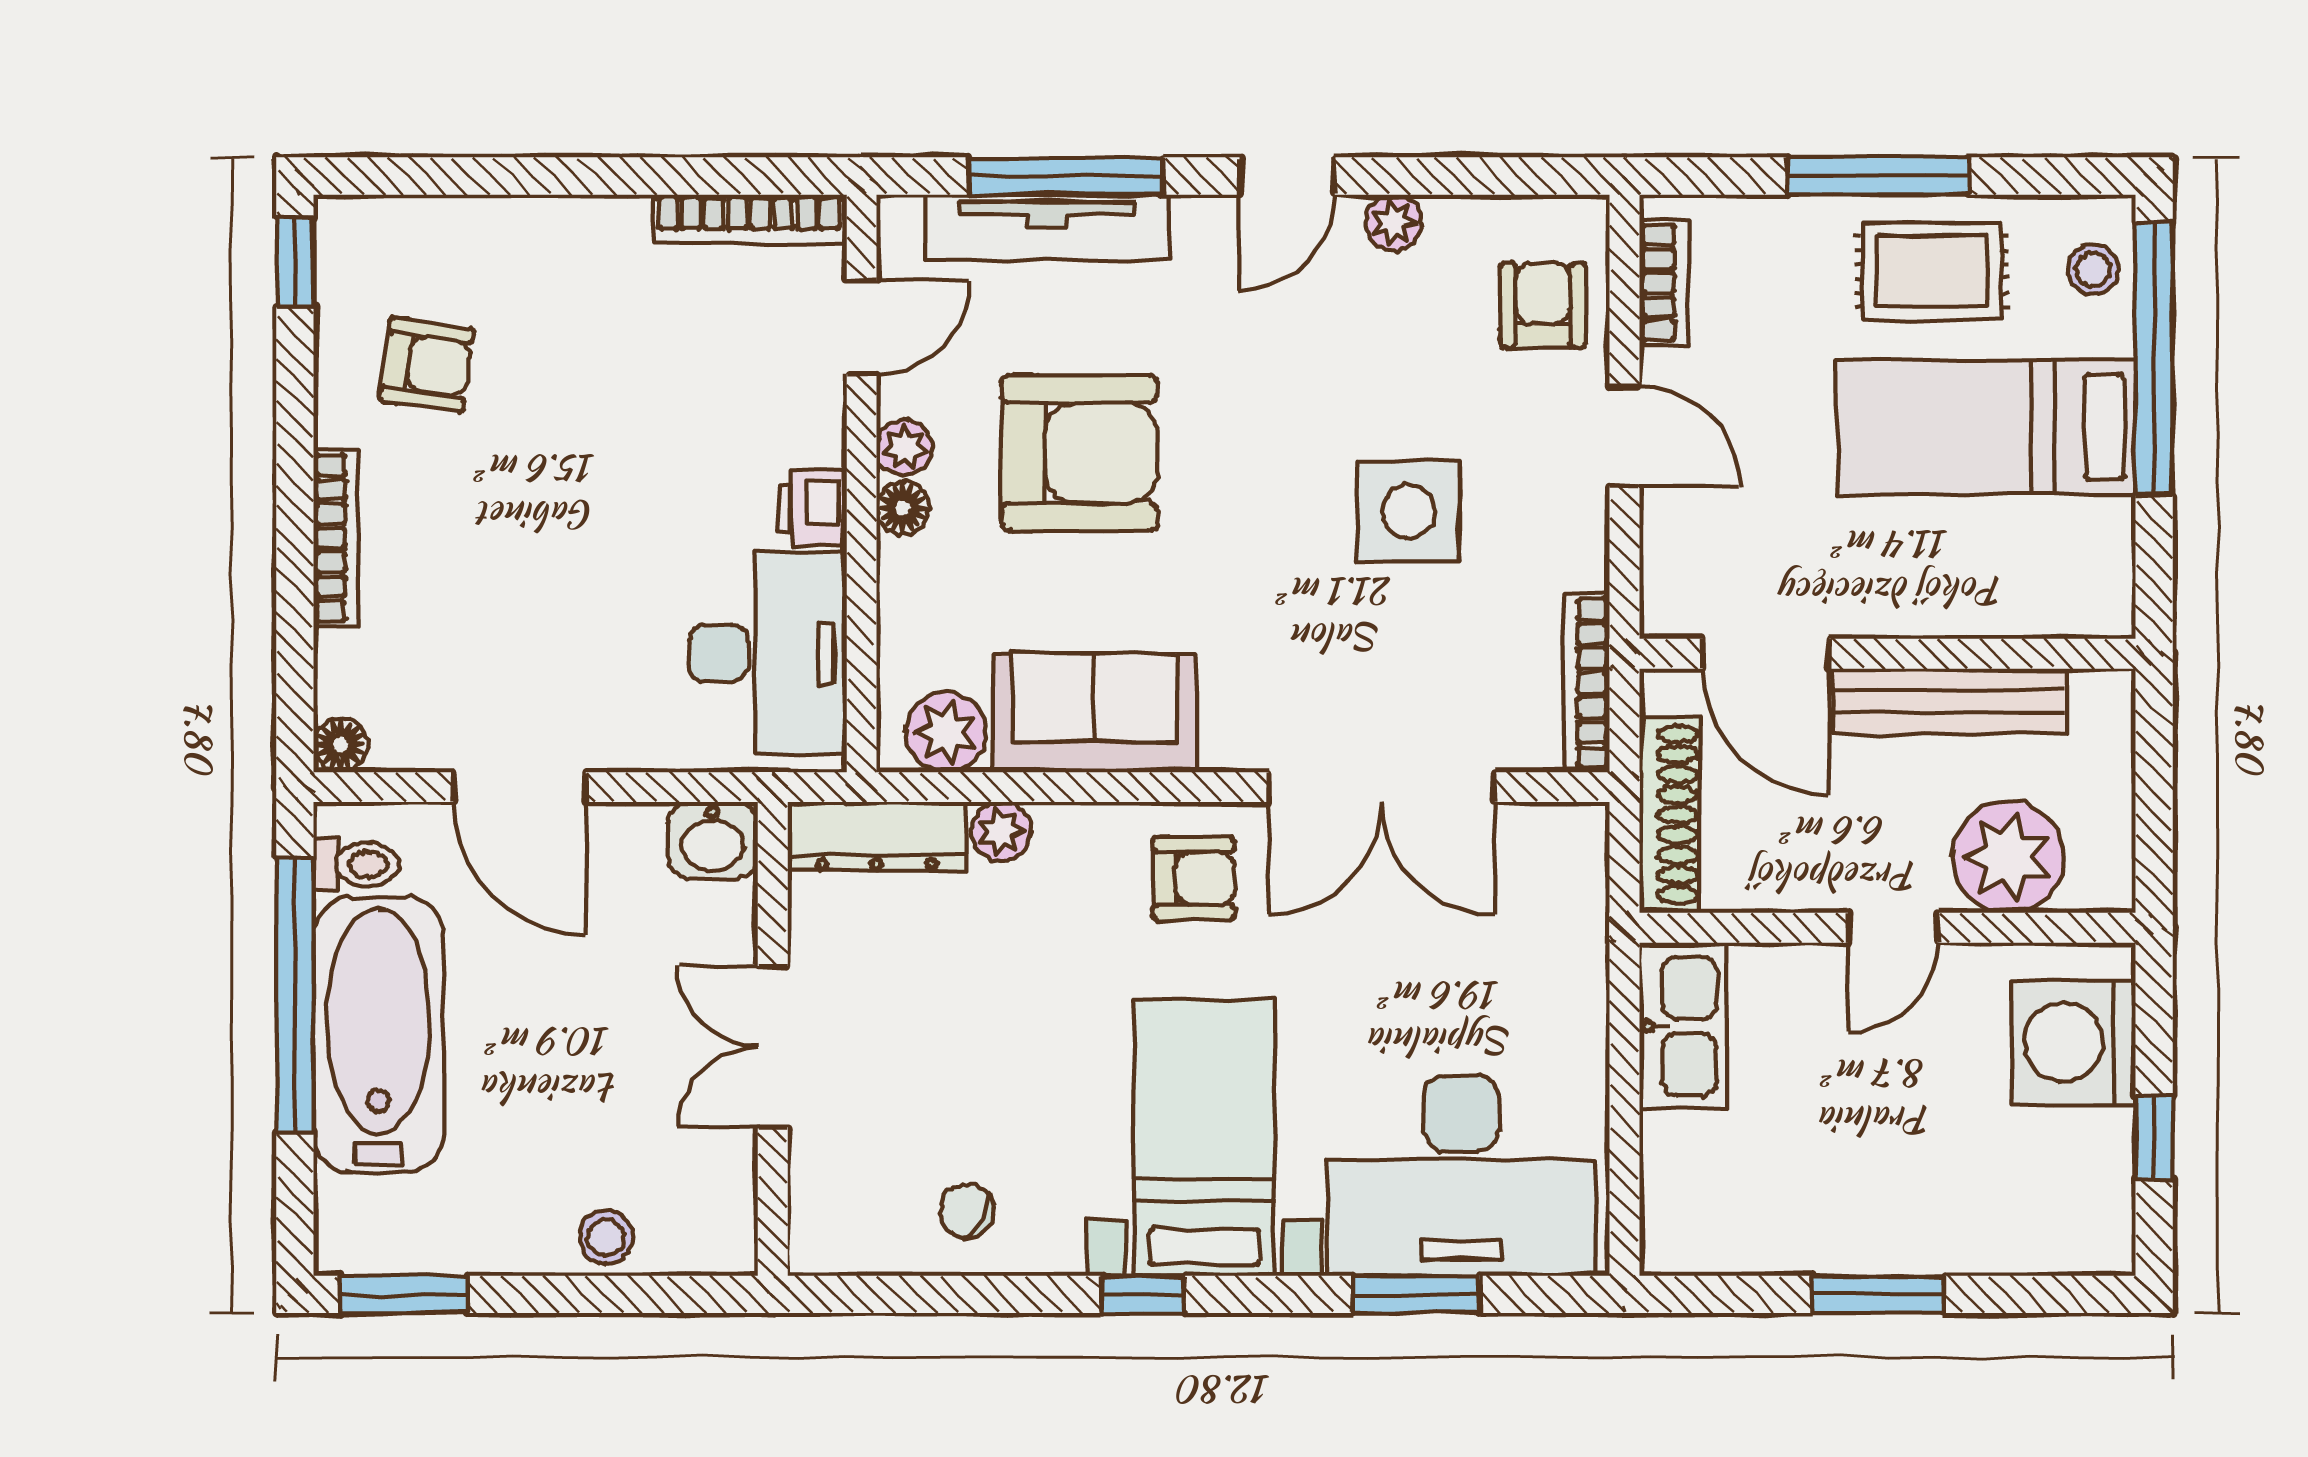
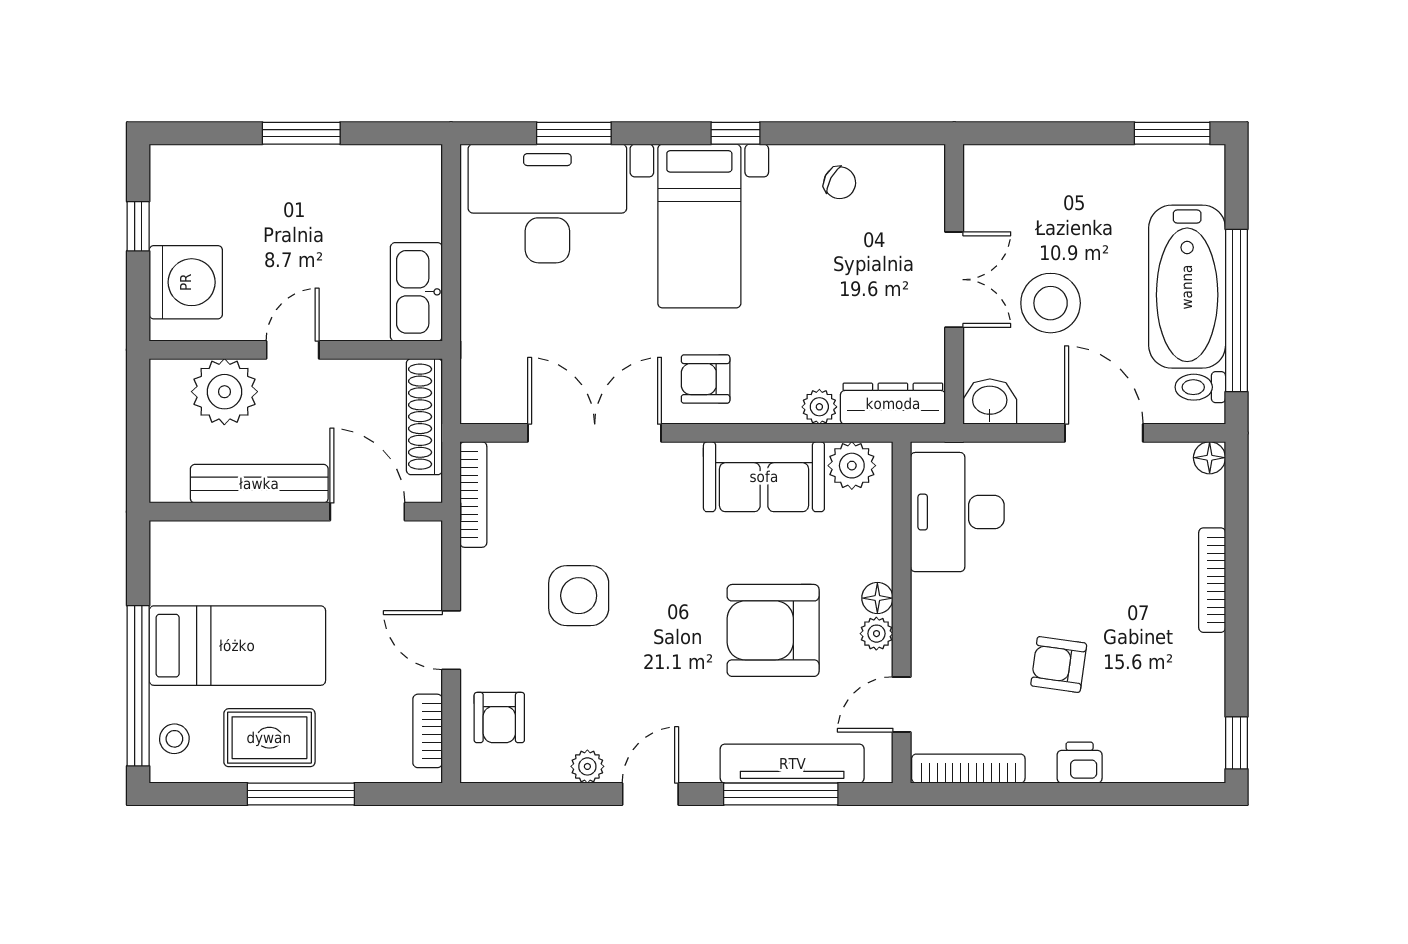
armchair: (427, 365) -> (1059, 664), moved
printer: (812, 508) -> (1080, 763), moved, turned -90
stool: (606, 1237) -> (1051, 303), moved, width x1.89, depth x1.89

